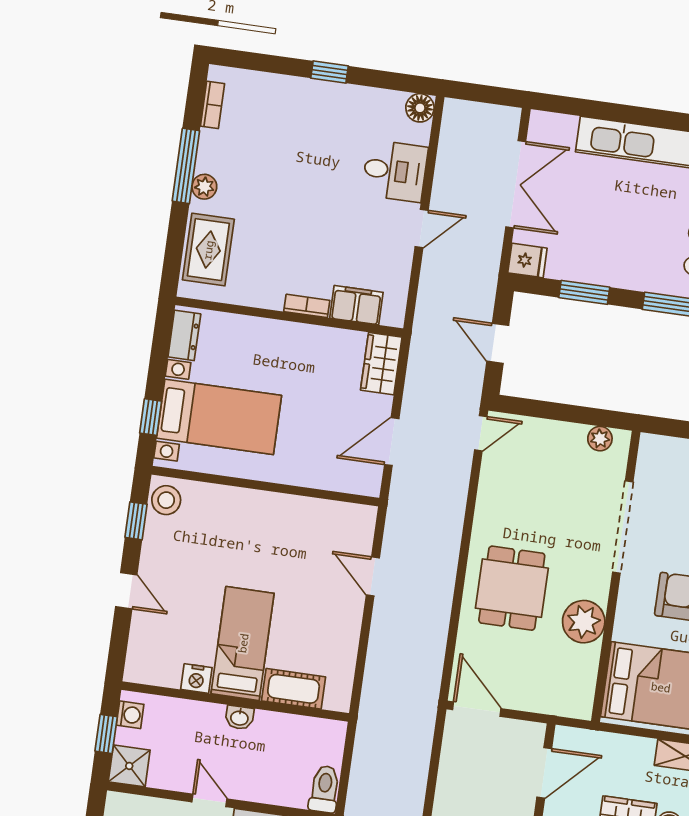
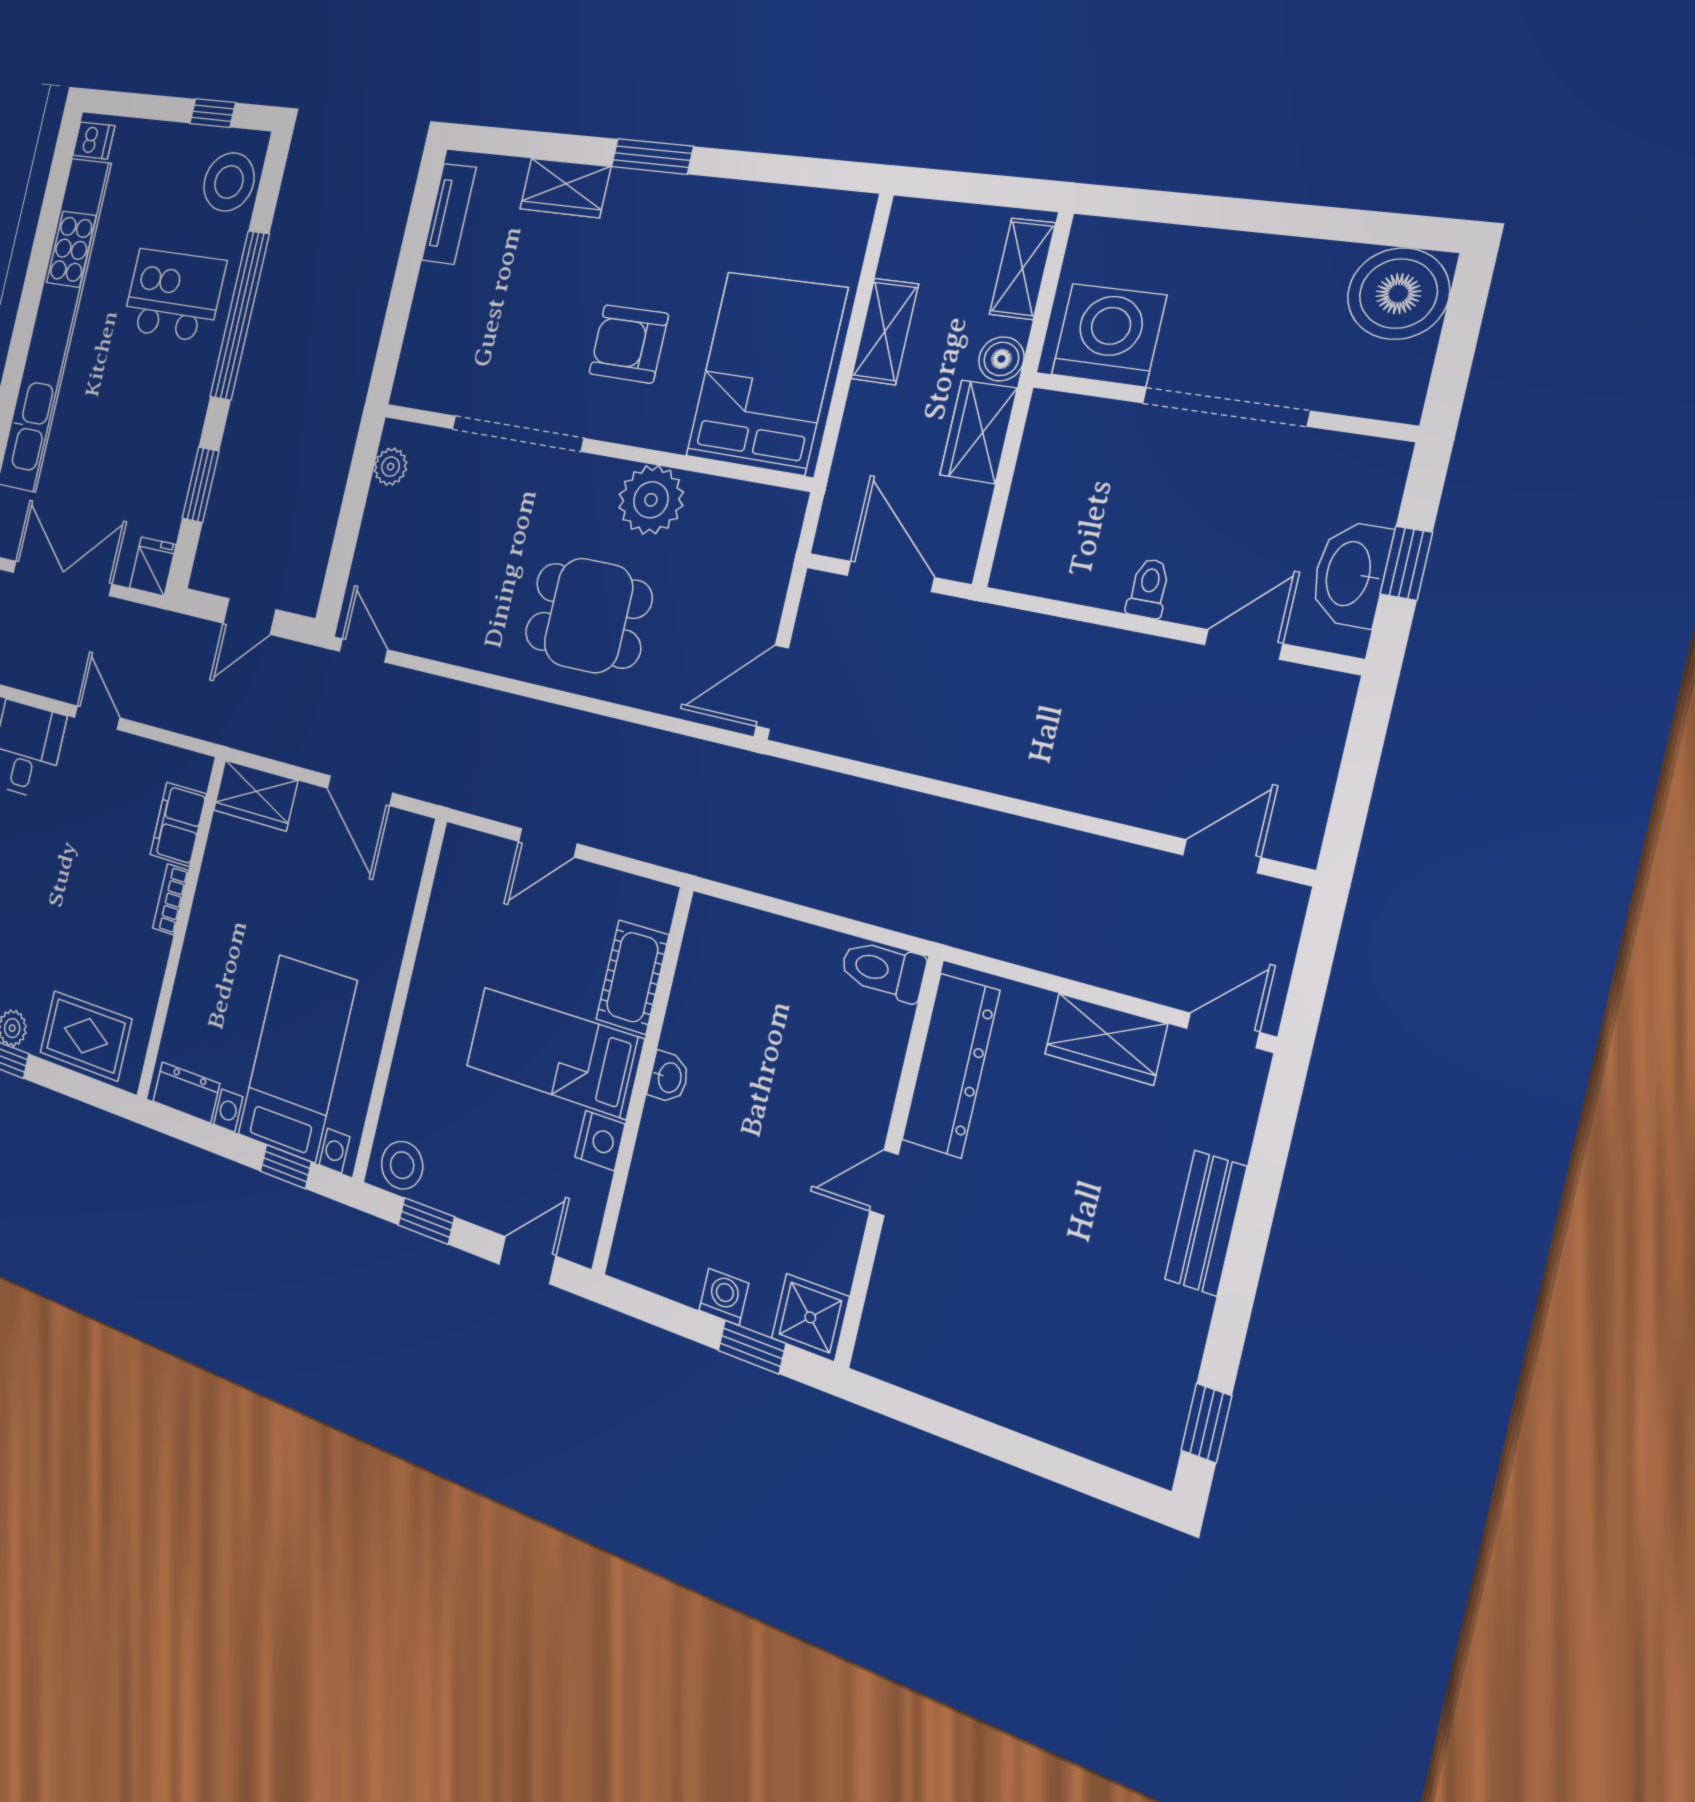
bed: (243, 643) -> (554, 1053), moved
nightstand: (196, 679) -> (600, 1141), moved
cot: (294, 689) -> (632, 977), moved
wall: (235, 702) -> (642, 1080), moved
washbasin: (239, 718) -> (669, 1077), moved

